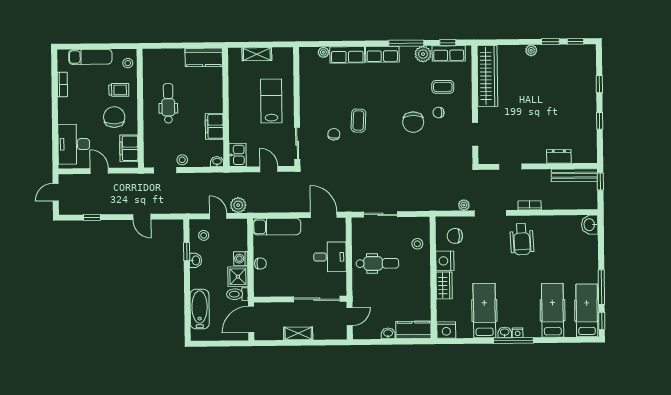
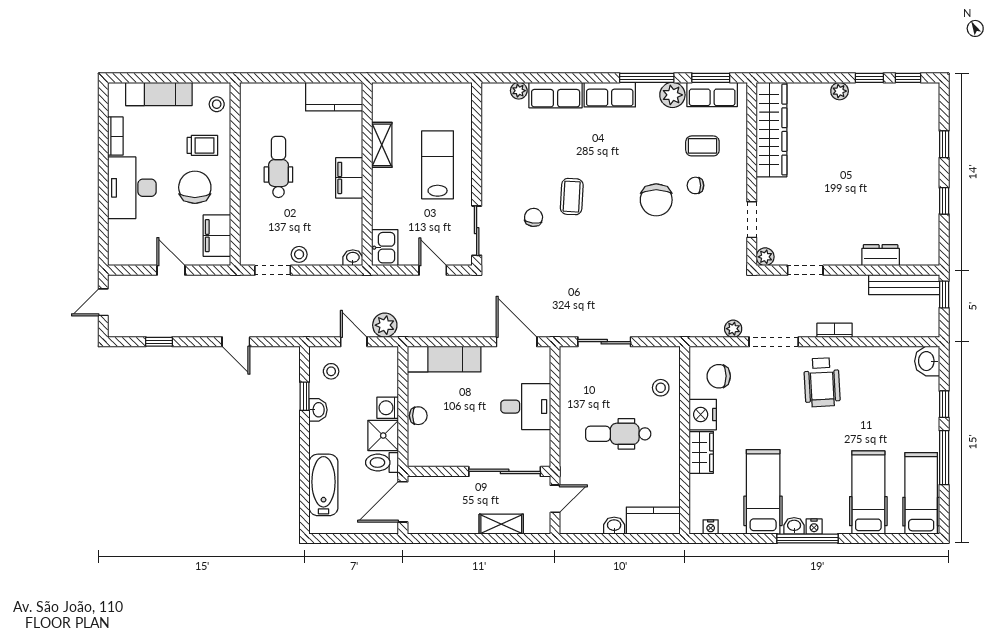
window: (448, 43) -> (711, 78), width x1.50
shelving: (257, 54) -> (382, 145), moved, turned 90
filing cabinet: (214, 126) -> (349, 178), moved
desk: (74, 144) -> (132, 188), moved
plant: (484, 158) -> (765, 257), added
dental chair: (377, 263) -> (618, 434), moved, turned 180
window: (602, 321) -> (944, 404), moved
nightstand: (446, 330) -> (711, 527), width x0.53, depth x0.56
shelving: (298, 333) -> (501, 524), moved

